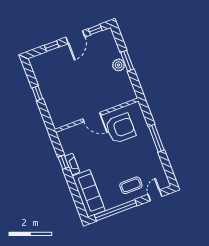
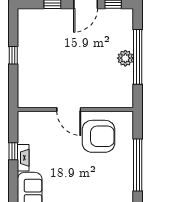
window: (127, 61) -> (138, 57), width x2.11
window: (156, 138) -> (138, 165), width x1.46

